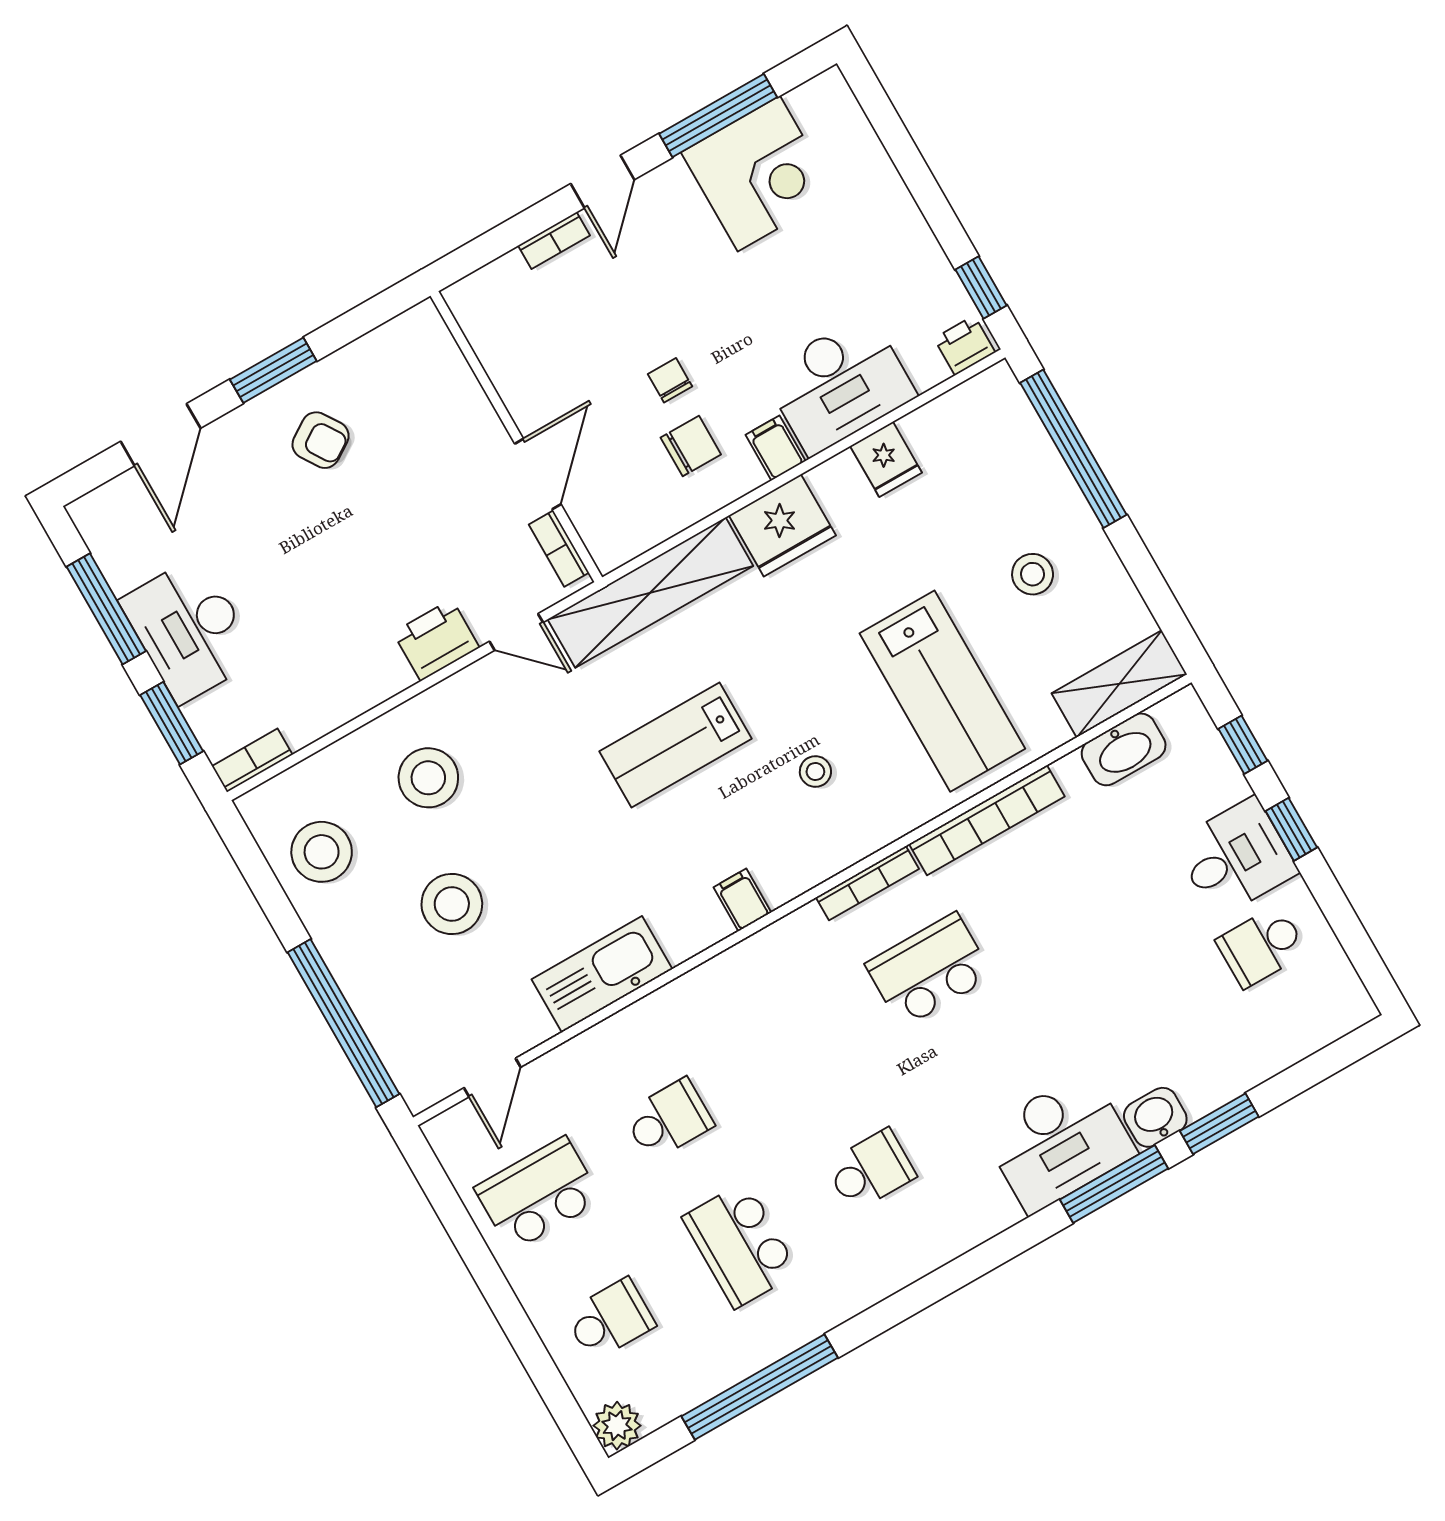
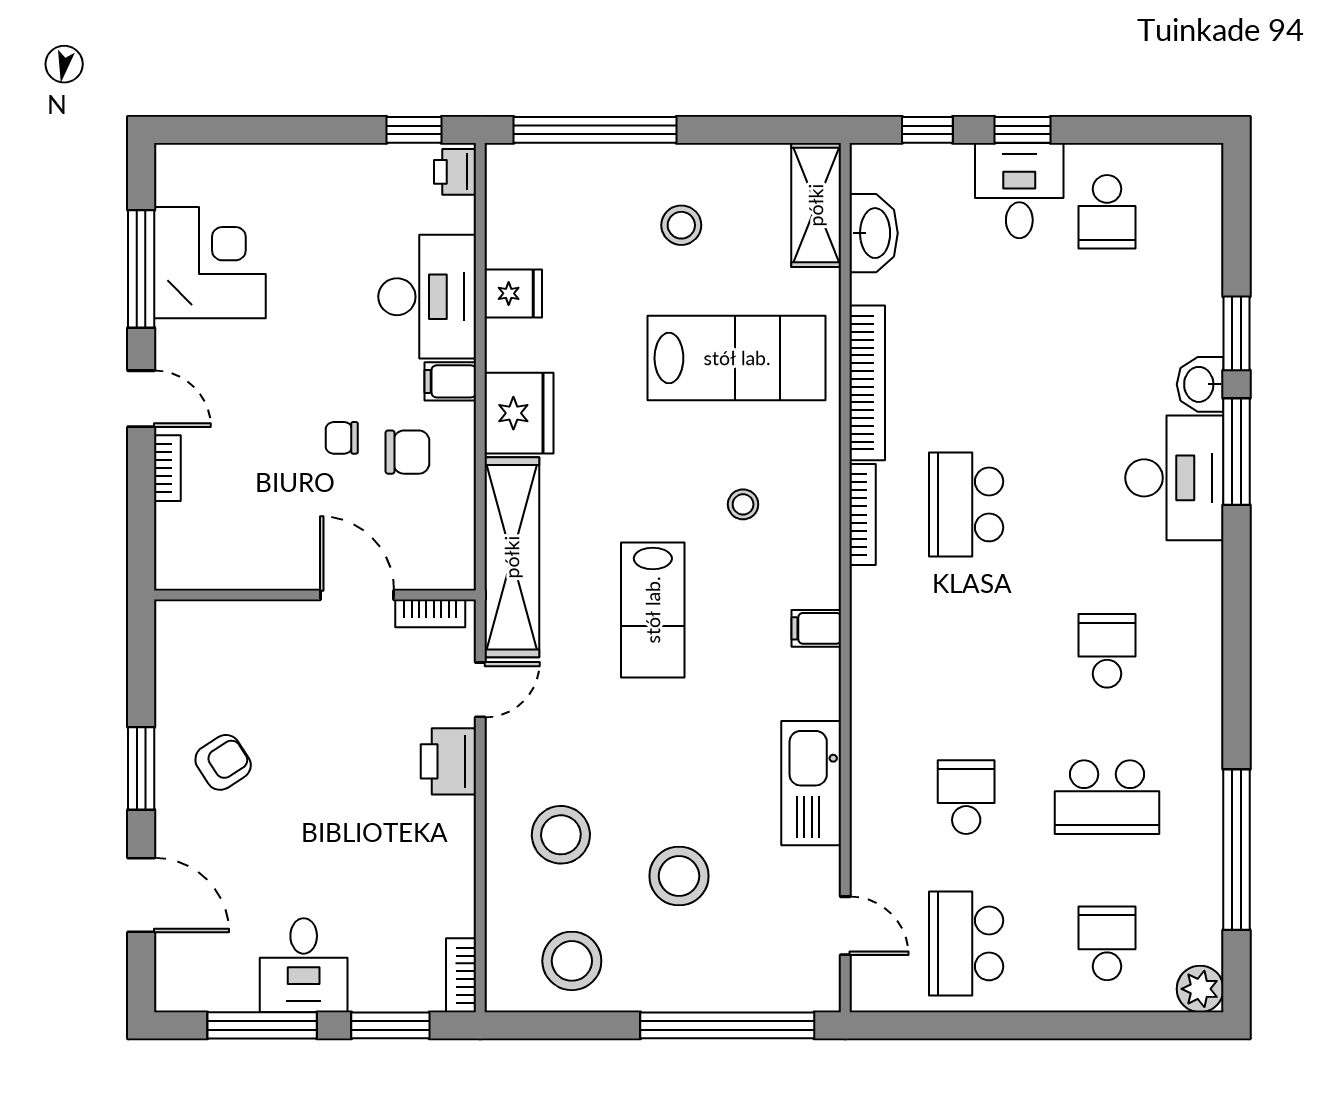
chair: (691, 446) -> (407, 452), turned 90
desk: (189, 630) -> (304, 965), width x0.73

